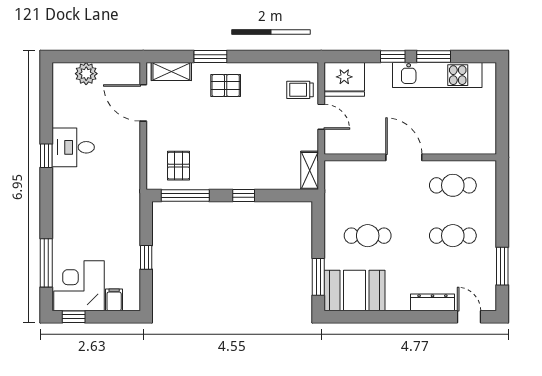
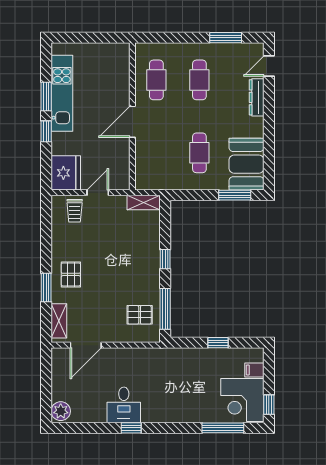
plant: (86, 74) -> (61, 411), moved

